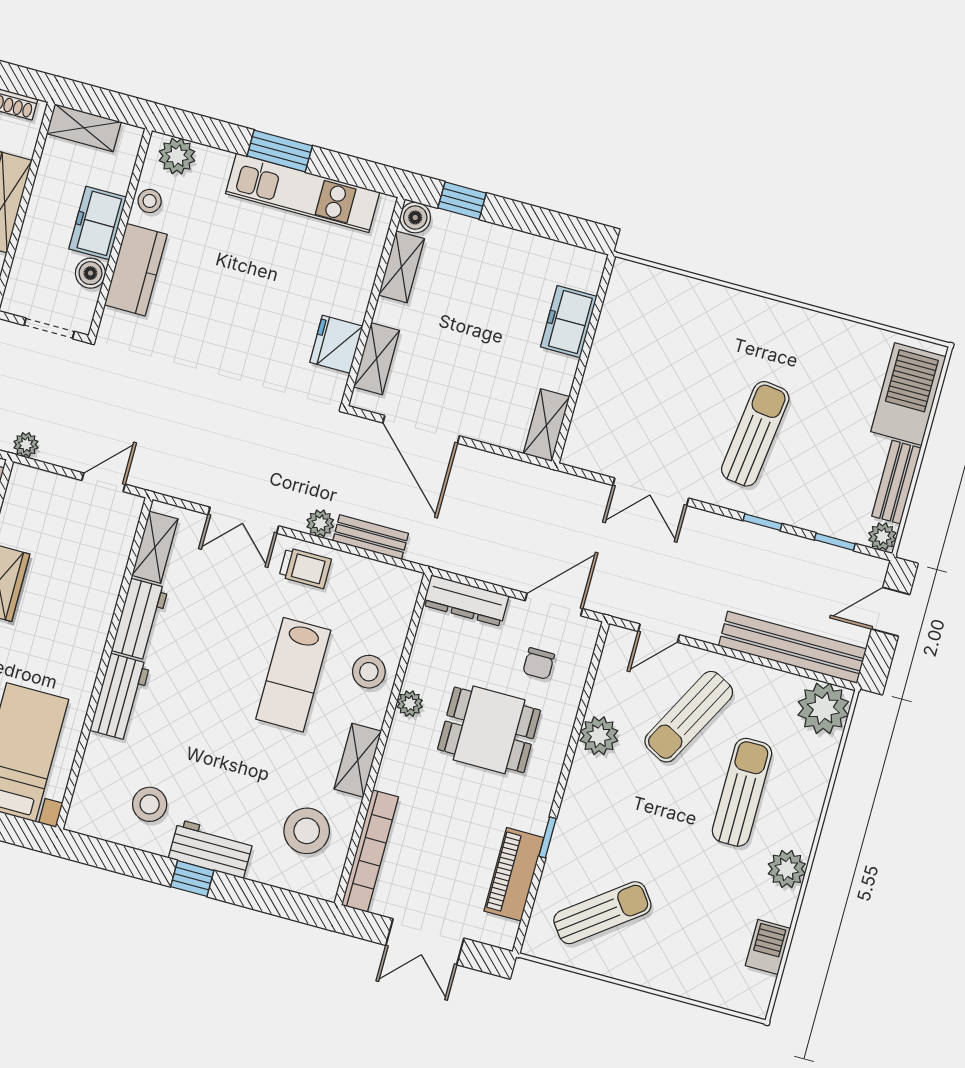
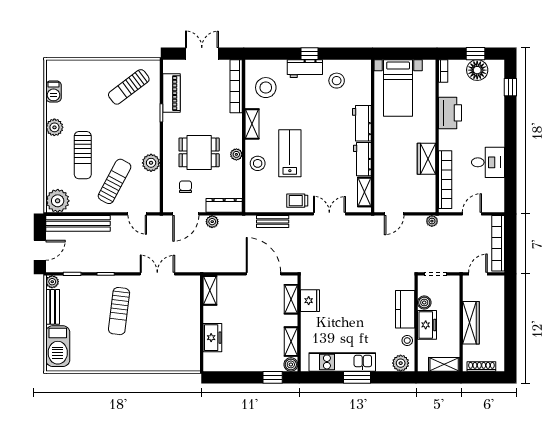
plant: (320, 523) -> (212, 222), moved
door: (659, 633) -> (137, 214), swing flipped

